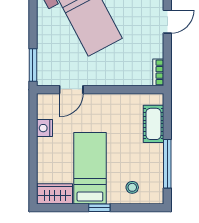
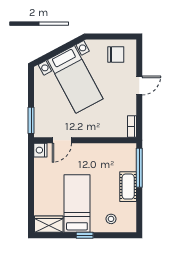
cot: (153, 124) -> (128, 187), moved
nightstand: (44, 128) -> (40, 150), moved
window: (167, 164) -> (139, 168), moved

